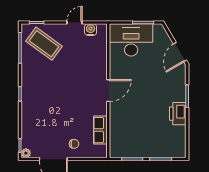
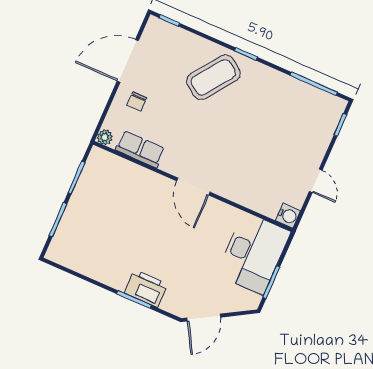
water cooler: (91, 30) -> (288, 216), moved
coffee table: (44, 44) -> (213, 77), moved
door: (180, 52) -> (204, 318), swing flipped
printer: (178, 114) -> (146, 288), moved
plant: (26, 153) -> (105, 137), moved

